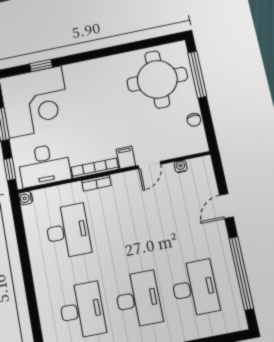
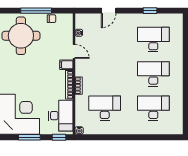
window: (197, 75) -> (36, 11), moved
door: (226, 206) -> (109, 11), hinge flipped
window: (241, 273) -> (150, 11), width x0.32

